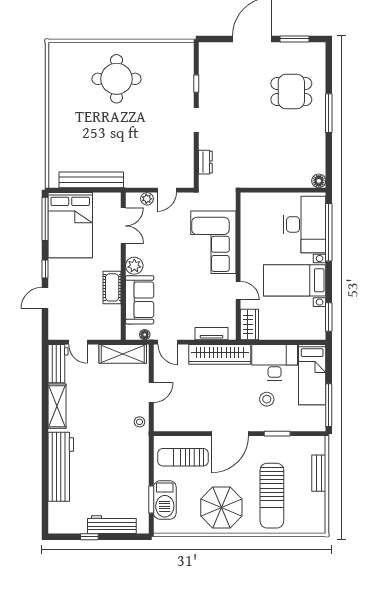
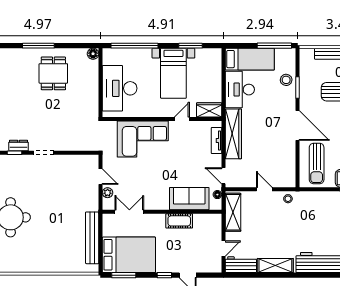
dining table: (291, 92) -> (53, 73), moved
dresser: (205, 162) -> (19, 146), moved
window: (45, 219) -> (124, 275), width x0.69
desk: (305, 224) -> (120, 88), moved, turned -90
plant: (134, 266) -> (162, 203), removed
window: (329, 317) -> (191, 46), moved
door: (168, 342) -> (223, 176), swing flipped
stool: (267, 399) -> (286, 80), moved

